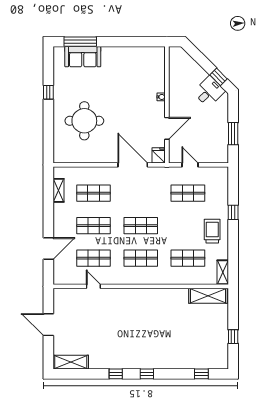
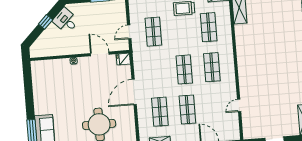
window: (218, 77) -> (46, 22), moved
door: (133, 165) -> (134, 92), moved
shop shelf: (94, 258) -> (215, 107), removed

